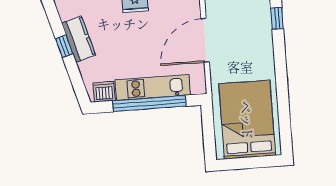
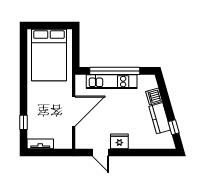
window: (64, 46) -> (174, 127), moved
dishwasher: (104, 92) -> (154, 96), moved, turned 74

